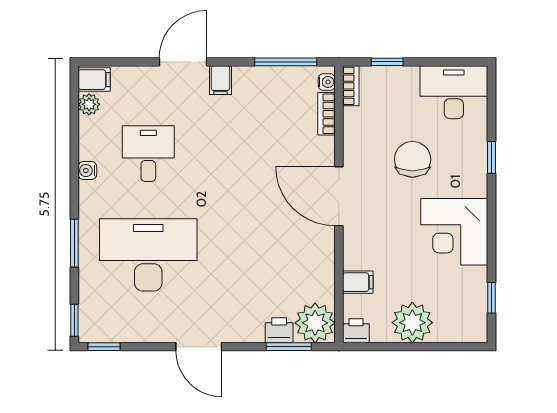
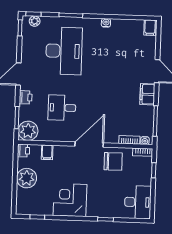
filing cabinet: (220, 80) -> (147, 94), width x2.00
plant: (89, 104) -> (35, 21), moved
desk: (148, 154) -> (62, 108), moved, turned 180
chair: (413, 159) -> (113, 161), moved
printer: (279, 330) -> (26, 97), moved

